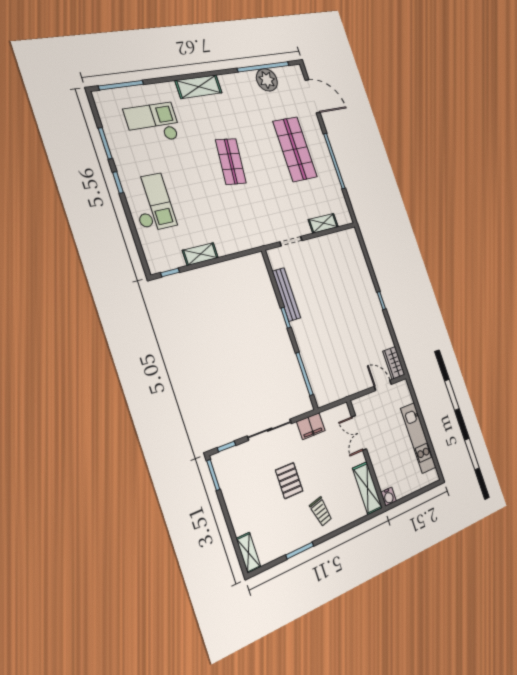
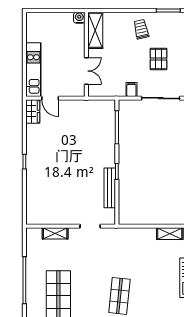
filing cabinet: (311, 426) -> (131, 89), width x0.50
kitchen unit: (418, 438) -> (33, 70), moved

